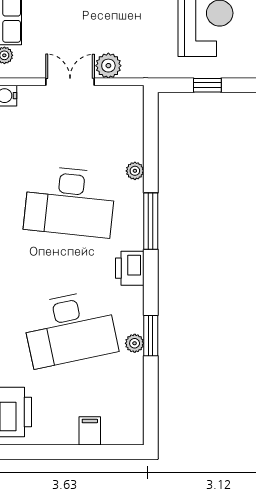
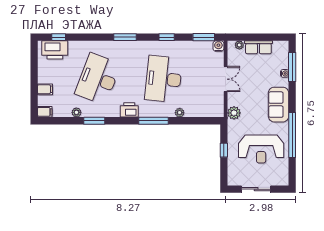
plant: (108, 66) -> (234, 113), moved
desk: (70, 329) -> (98, 79), turned 33
plant: (135, 343) -> (76, 112), moved
filing cabinet: (133, 431) -> (45, 112), added

